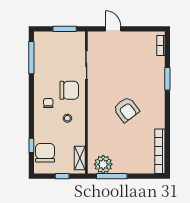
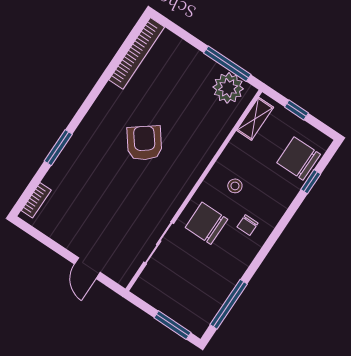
window: (65, 29) -> (172, 325), moved
chair: (45, 153) -> (299, 158), turned 90

